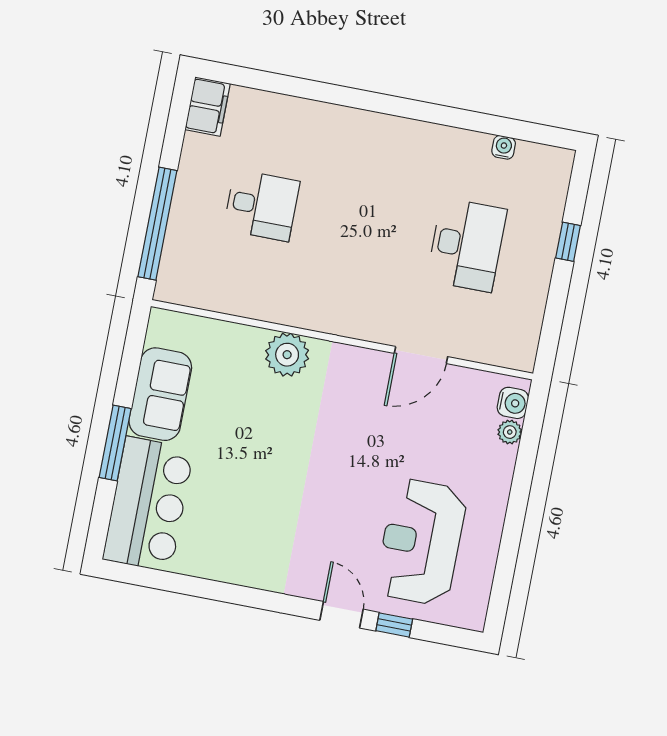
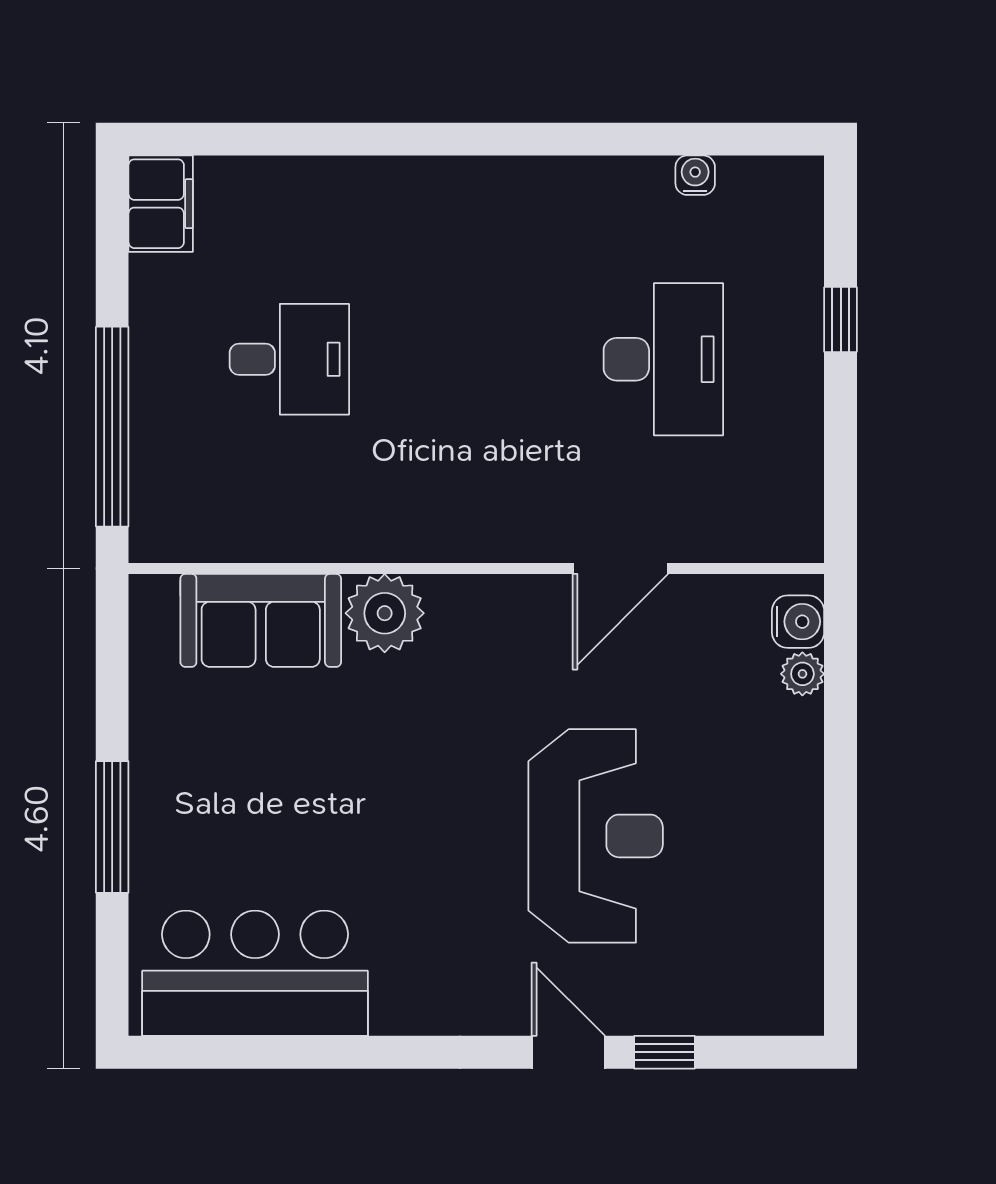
sofa: (160, 394) -> (261, 620), moved, turned 90
bar counter: (148, 504) -> (255, 973), moved, turned -90
reception desk: (421, 542) -> (596, 836), moved, turned 180

